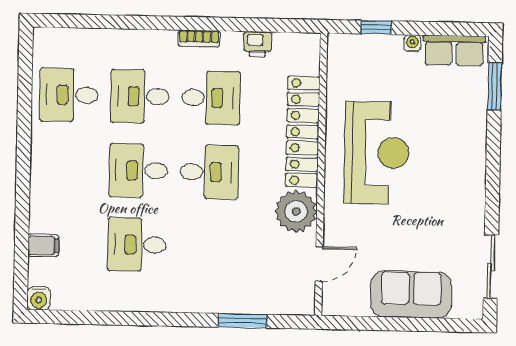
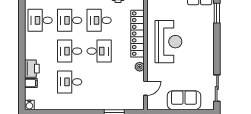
desk: (211, 98) -> (99, 20), turned 180
printer: (46, 211) -> (32, 69), added
plant: (296, 211) -> (140, 67), width x0.53, depth x0.53

